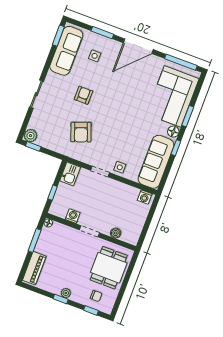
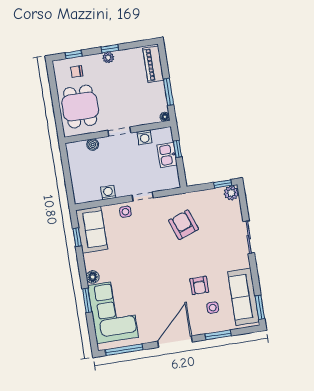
armchair: (83, 95) -> (199, 285), moved
window: (176, 148) -> (77, 237), moved
sofa: (156, 162) -> (92, 230), width x0.73
kitchen sink: (70, 174) -> (167, 155), moved
washing machine: (145, 197) -> (108, 193), moved

